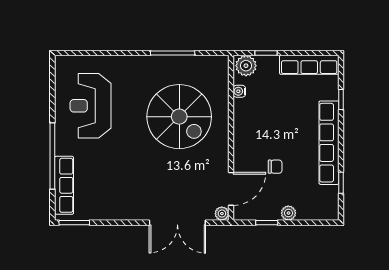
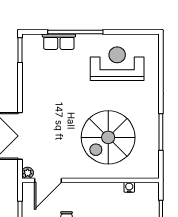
plant: (246, 66) -> (150, 193), removed
row of seats: (64, 185) -> (59, 42), width x0.68
door: (231, 189) -> (48, 180), hinge flipped

